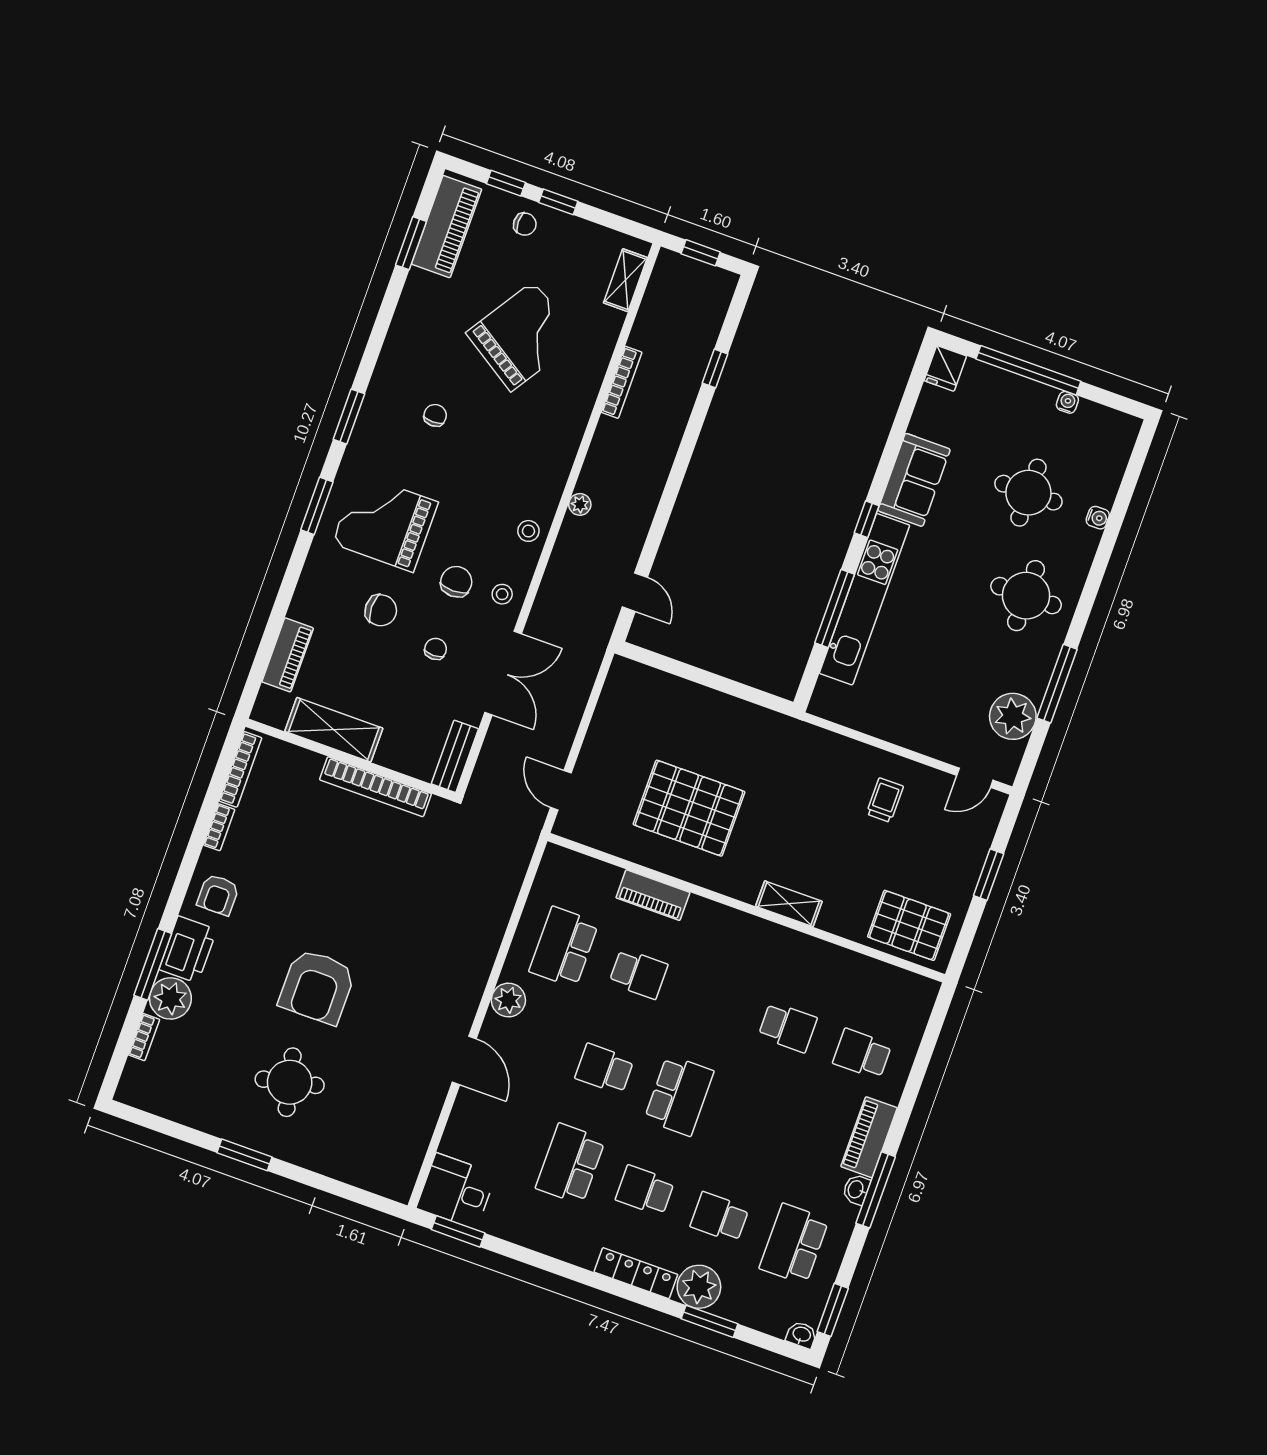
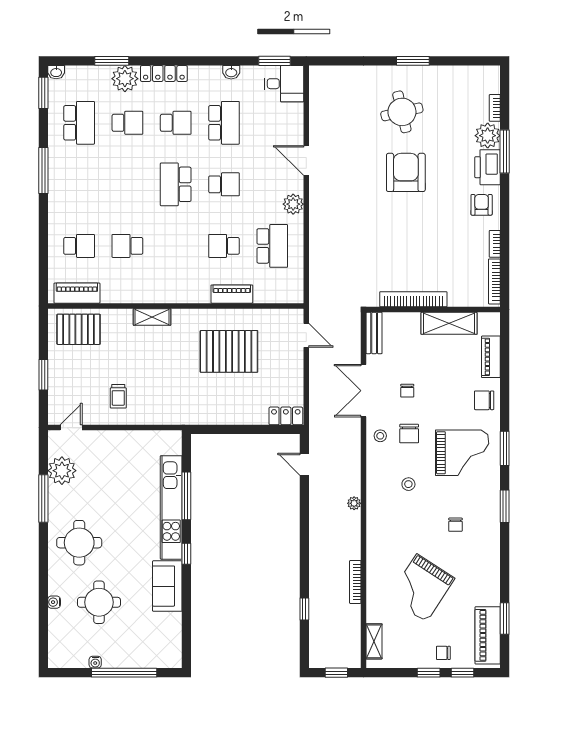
fridge: (945, 368) -> (172, 657), removed
stool: (528, 531) -> (408, 484), moved
chair: (381, 610) -> (484, 400), moved
locker: (637, 677) -> (286, 416), added
piano: (869, 1137) -> (77, 293), moved, turned -90
washbasin: (856, 1189) -> (231, 72), moved, turned 90

